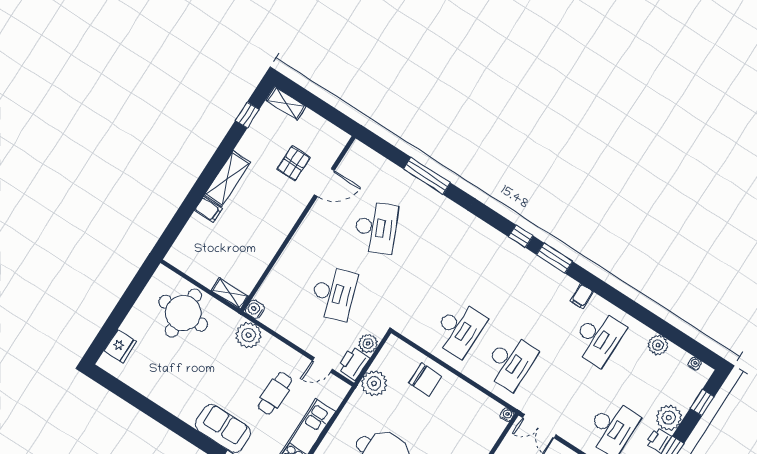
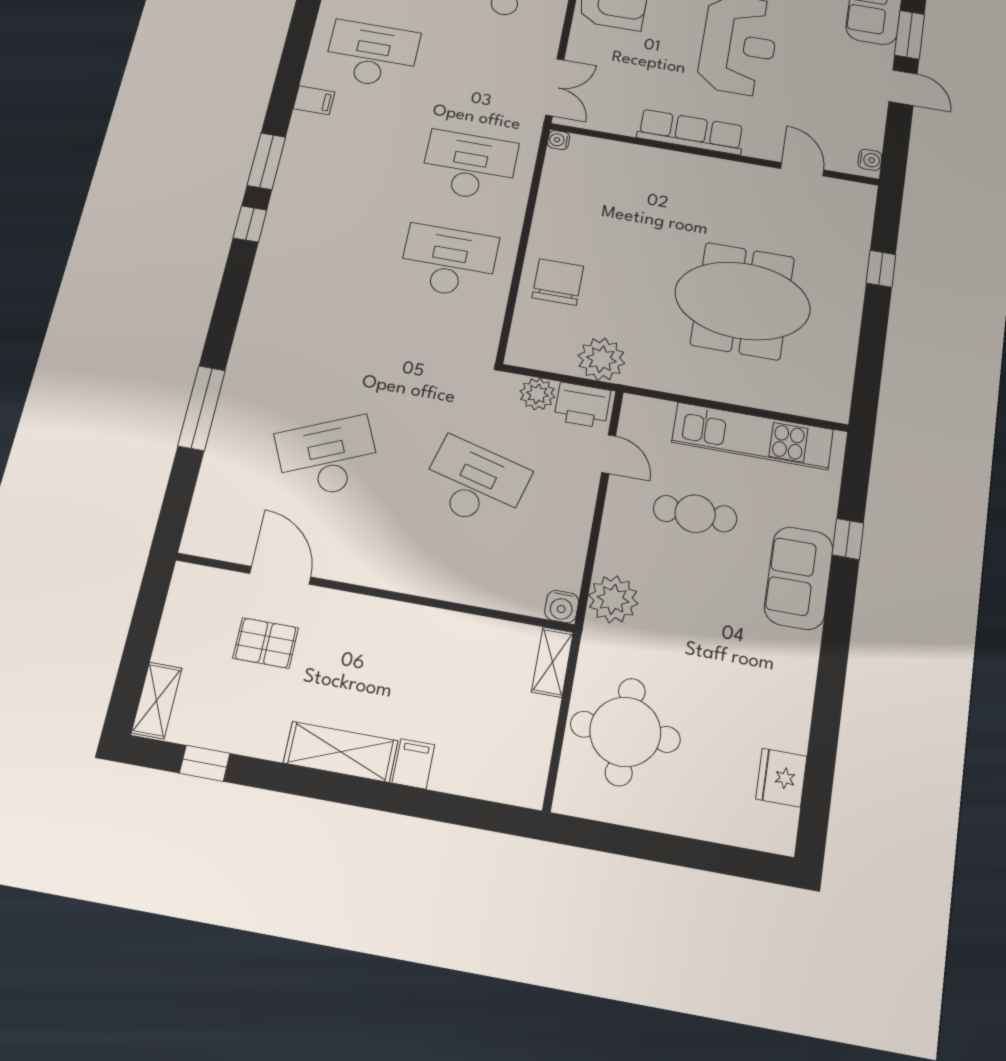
desk: (334, 293) -> (475, 483), turned 33
fridge: (120, 346) -> (781, 778), moved, turned -90

